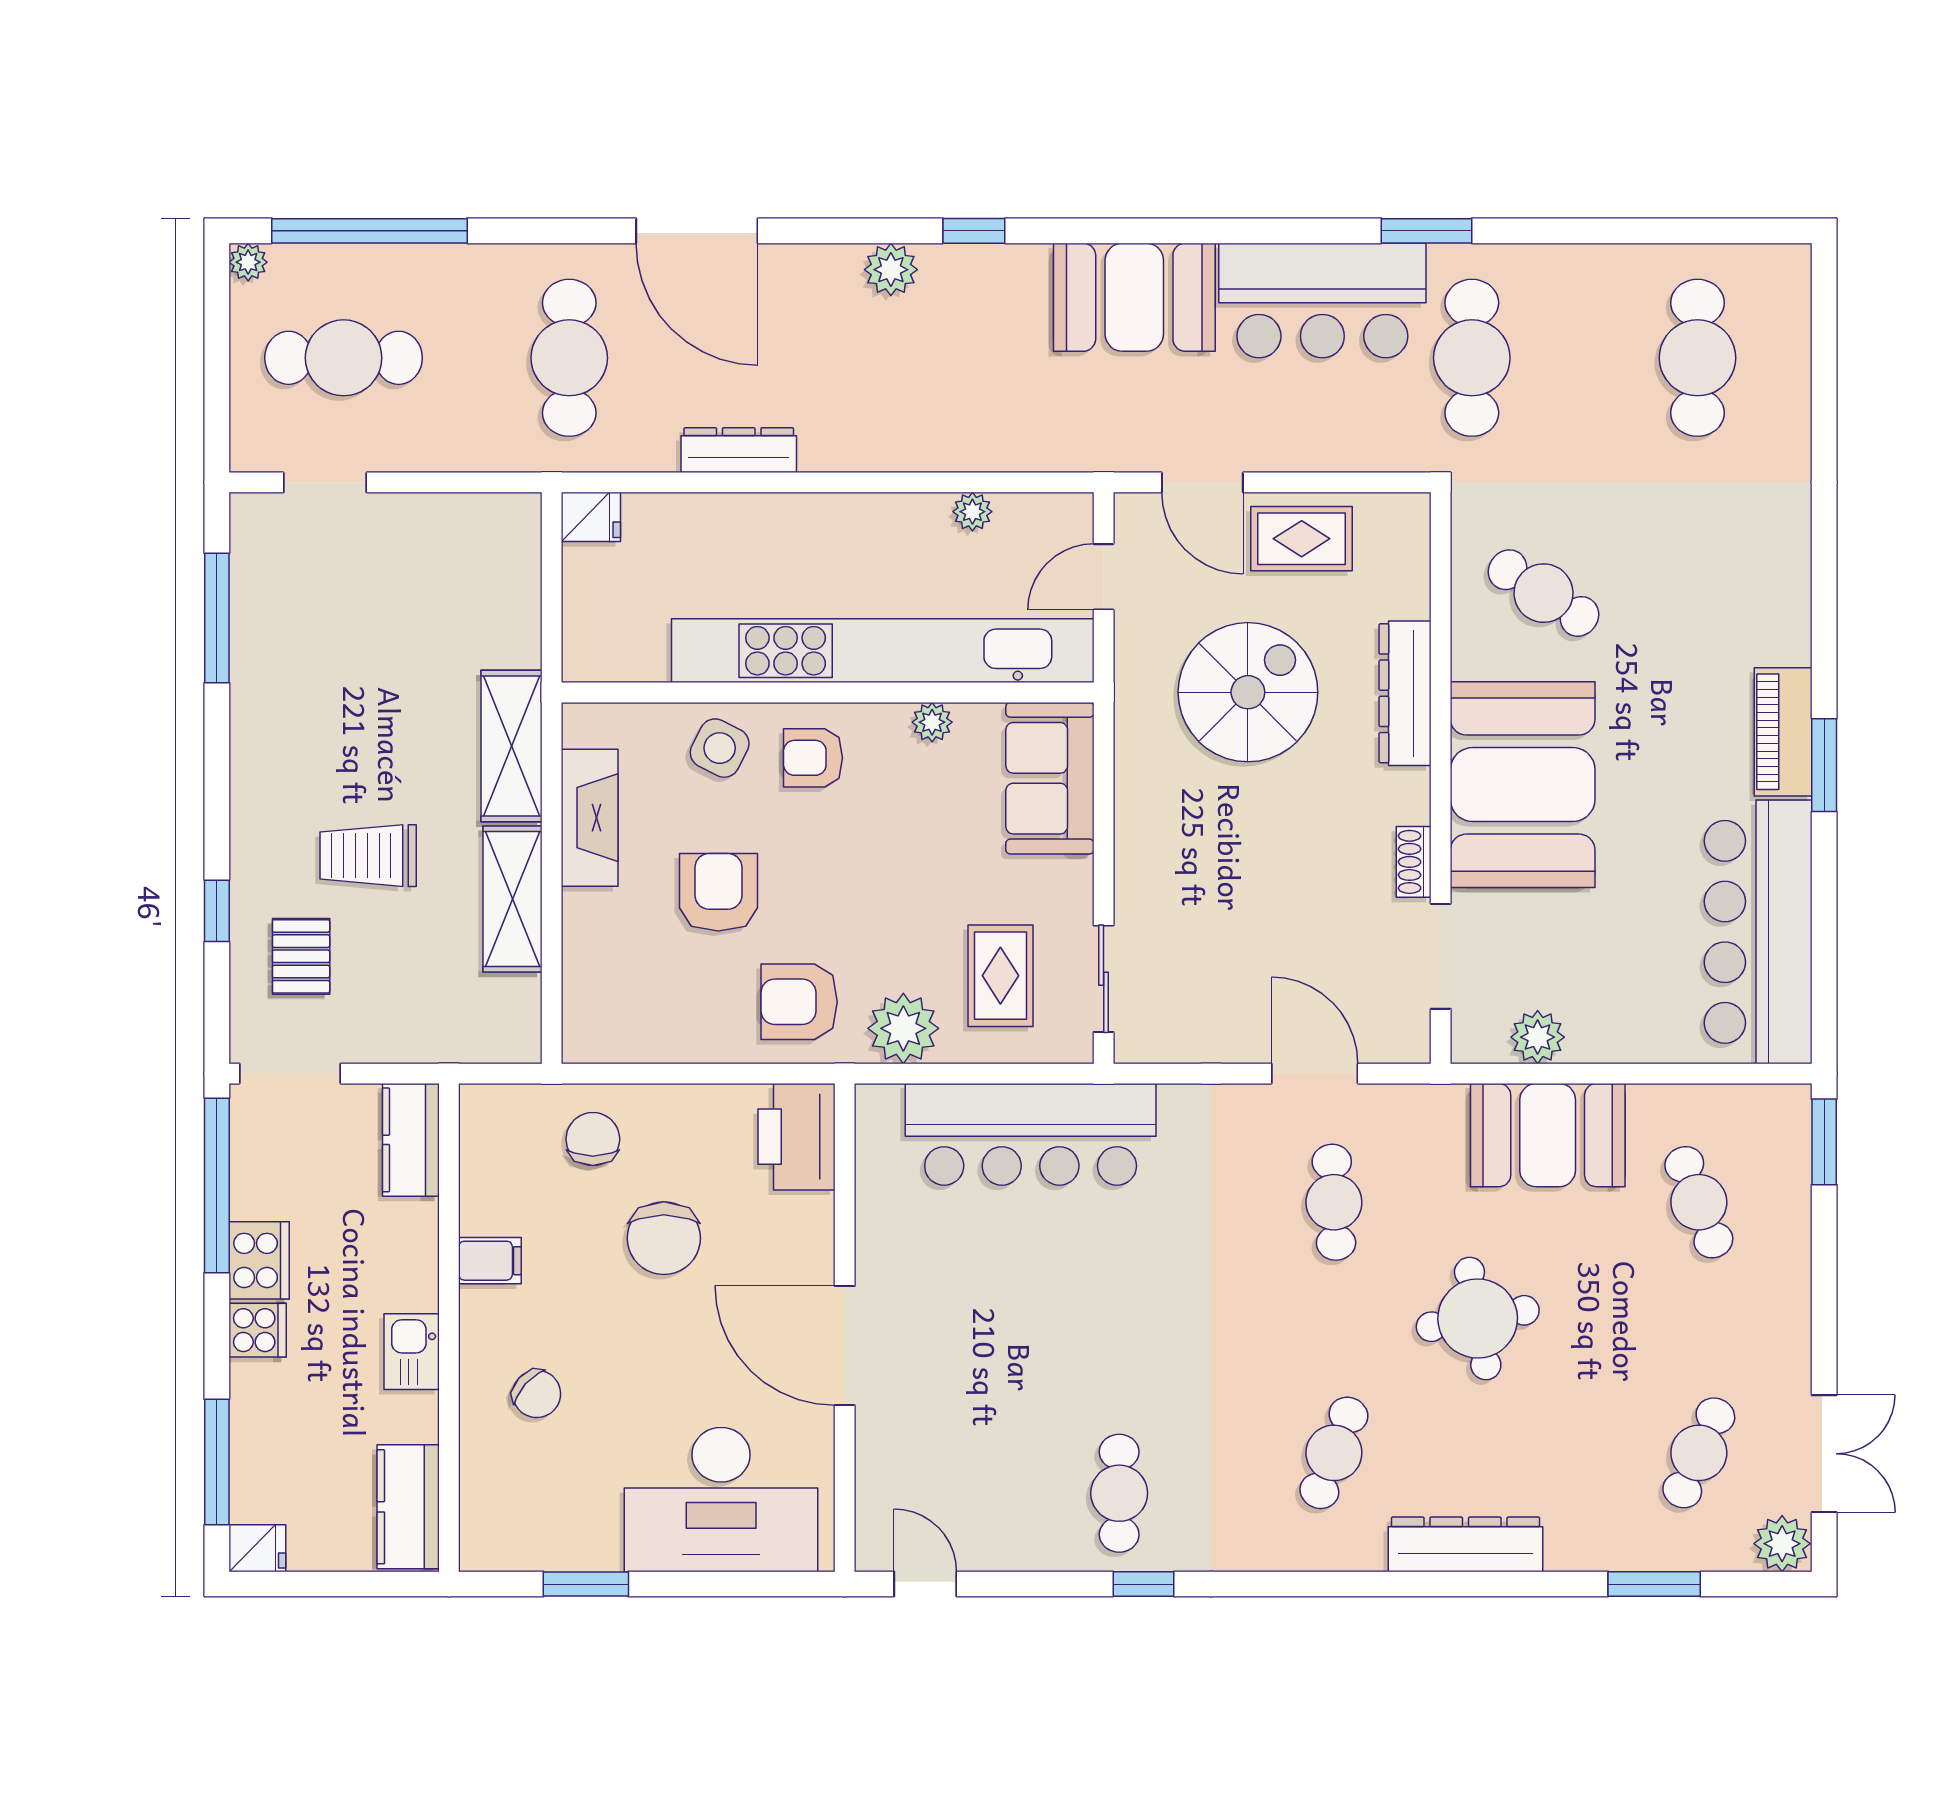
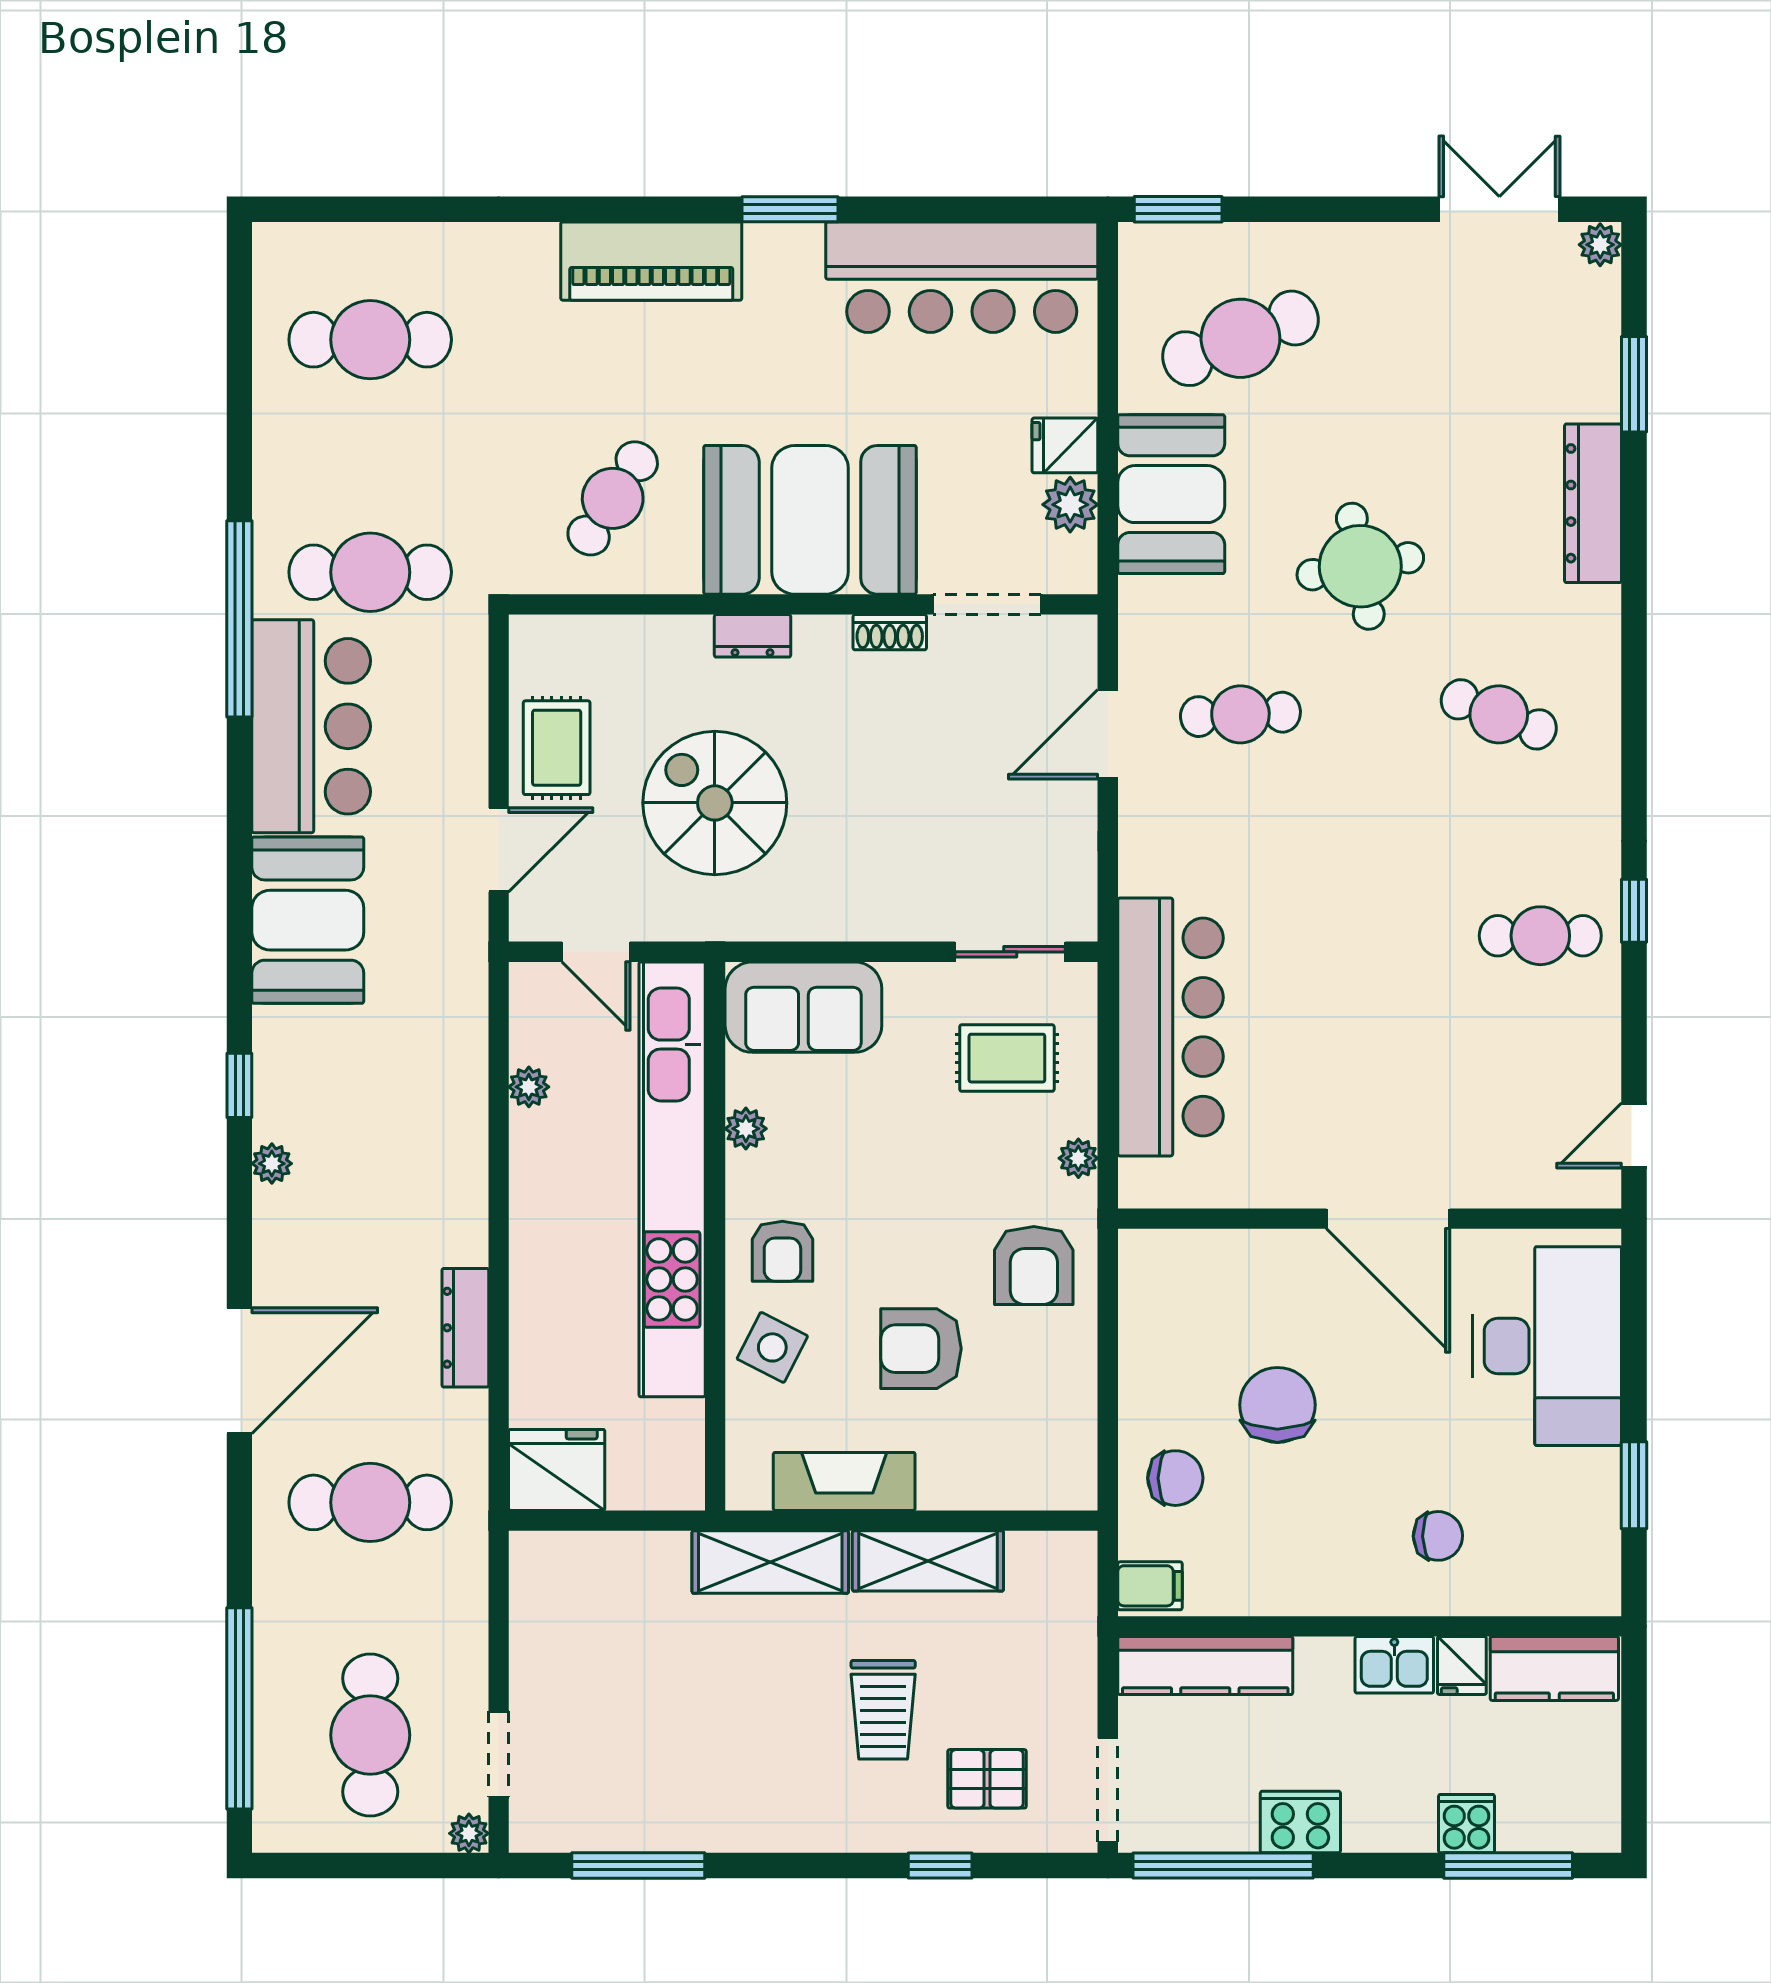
window: (1427, 231) -> (239, 619), width x2.11
plant: (248, 262) -> (469, 1833), moved
plant: (891, 270) -> (272, 1164), width x0.73, depth x0.73
fridge: (591, 517) -> (557, 1470), width x1.88, depth x1.34
dresser: (1405, 693) -> (753, 636), width x0.51, depth x0.80
piano: (1783, 732) -> (651, 261), moved, width x1.37, depth x1.33
plant: (903, 1028) -> (1078, 1158), width x0.53, depth x0.53
fridge: (1595, 1032) -> (1065, 445), added
printer: (797, 1137) -> (1173, 1268), removed
chair: (593, 1139) -> (1175, 1478), turned 180
kitchen counter: (411, 1140) -> (1205, 1666), width x1.50
cafe table: (1699, 1202) -> (1240, 338), width x1.37, depth x1.35
chair: (664, 1238) -> (1277, 1405), turned -90
filing cabinet: (490, 1261) -> (1150, 1586), moved, turned 90
cooker: (258, 1330) -> (1467, 1824), moved
door: (845, 1346) -> (1388, 1219), hinge flipped
chair: (537, 1394) -> (1438, 1536), turned 47
cafe table: (1699, 1453) -> (1499, 338), removed
dresser: (1466, 1544) -> (1593, 503), moved
plant: (1782, 1544) -> (1600, 245), width x0.73, depth x0.73
fridge: (257, 1548) -> (1462, 1666), moved, turned 180

